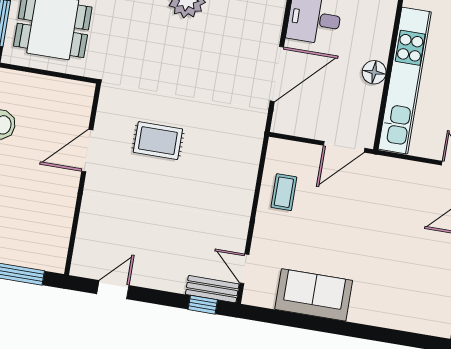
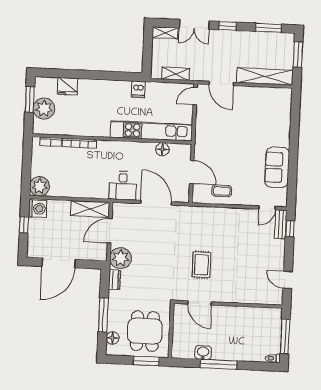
floor lamp: (374, 72) -> (162, 149), moved
door: (344, 147) -> (192, 172), moved
door: (87, 151) -> (200, 303), moved

